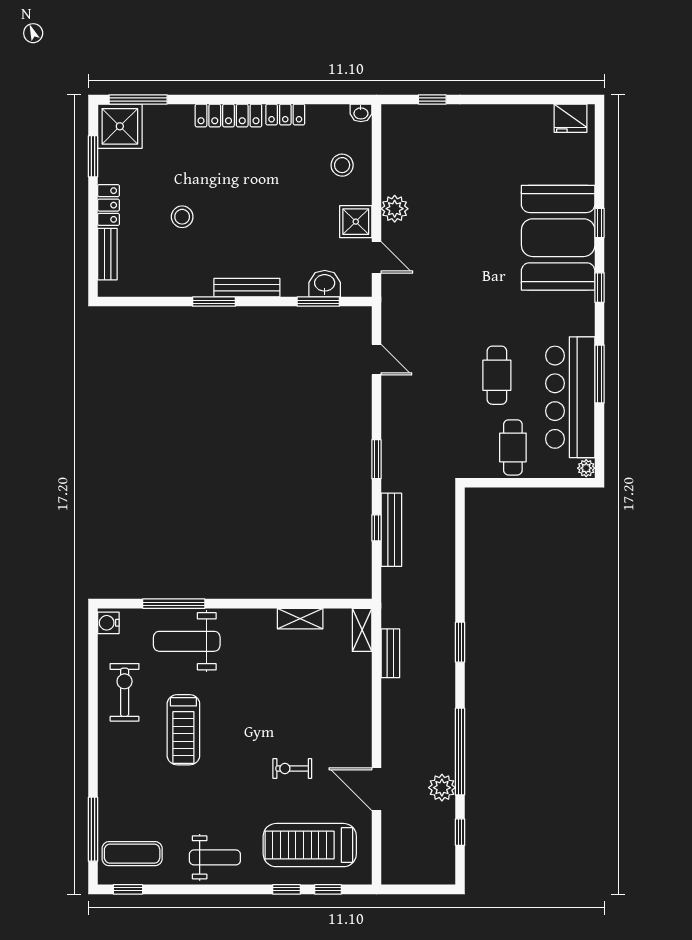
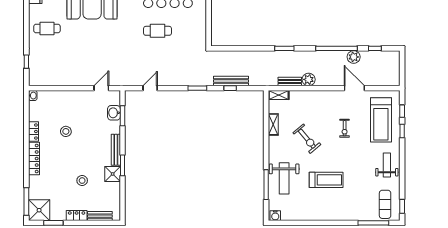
stool: (342, 165) -> (66, 131), moved
plant: (395, 209) -> (309, 79), moved
shower: (356, 222) -> (113, 174), moved
cafe table: (513, 447) -> (47, 29), moved
exercise bike: (125, 692) -> (307, 139), moved, turned -130
door: (376, 789) -> (354, 88), swing flipped

